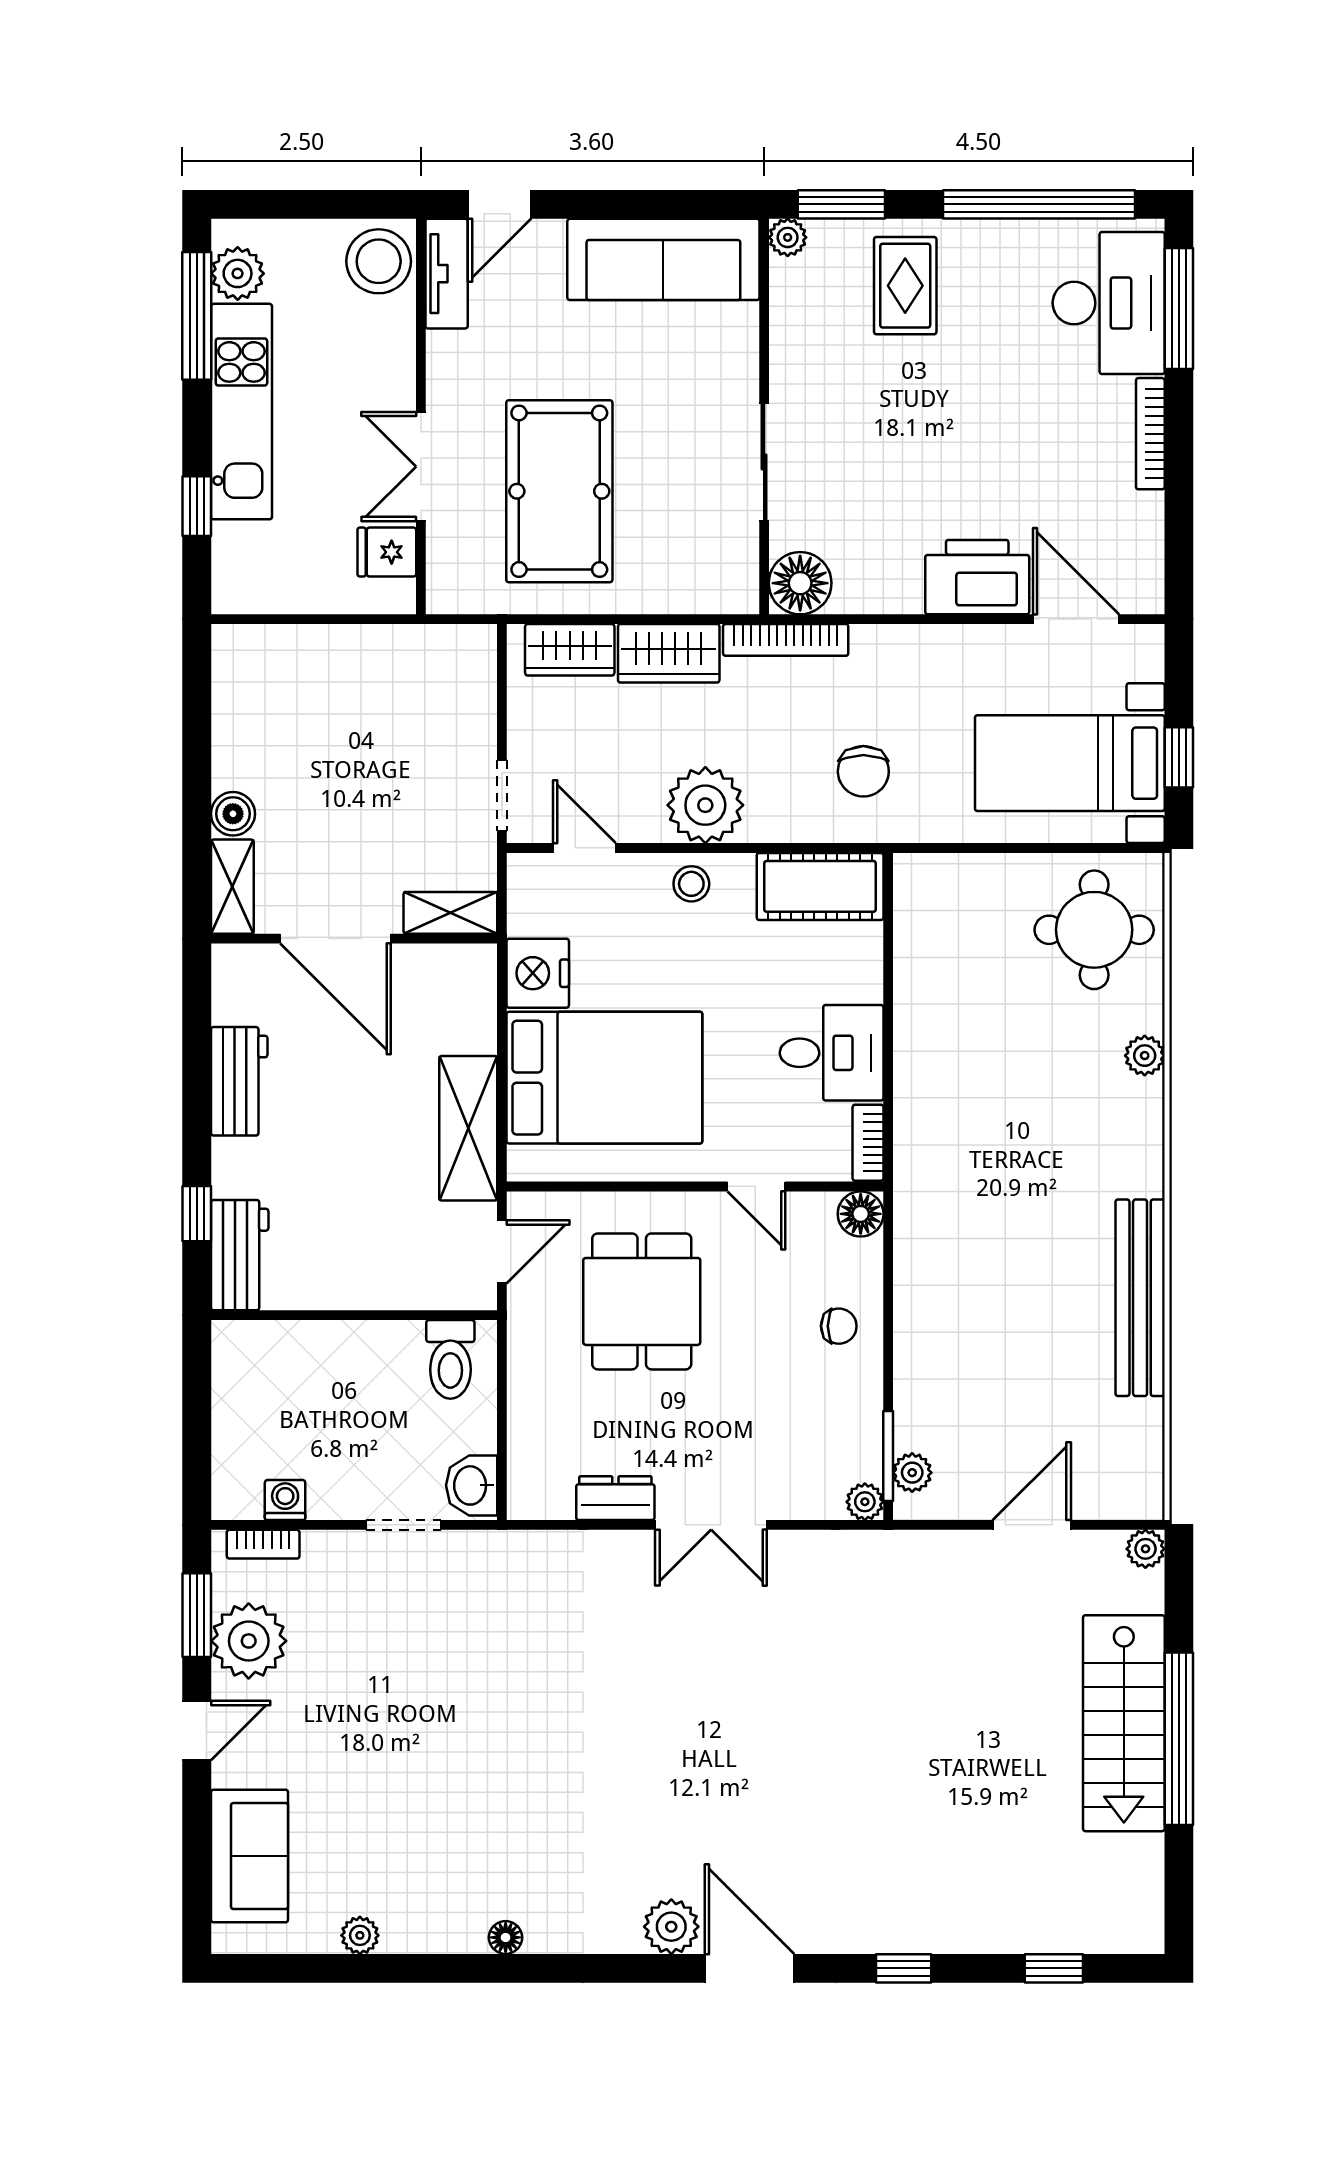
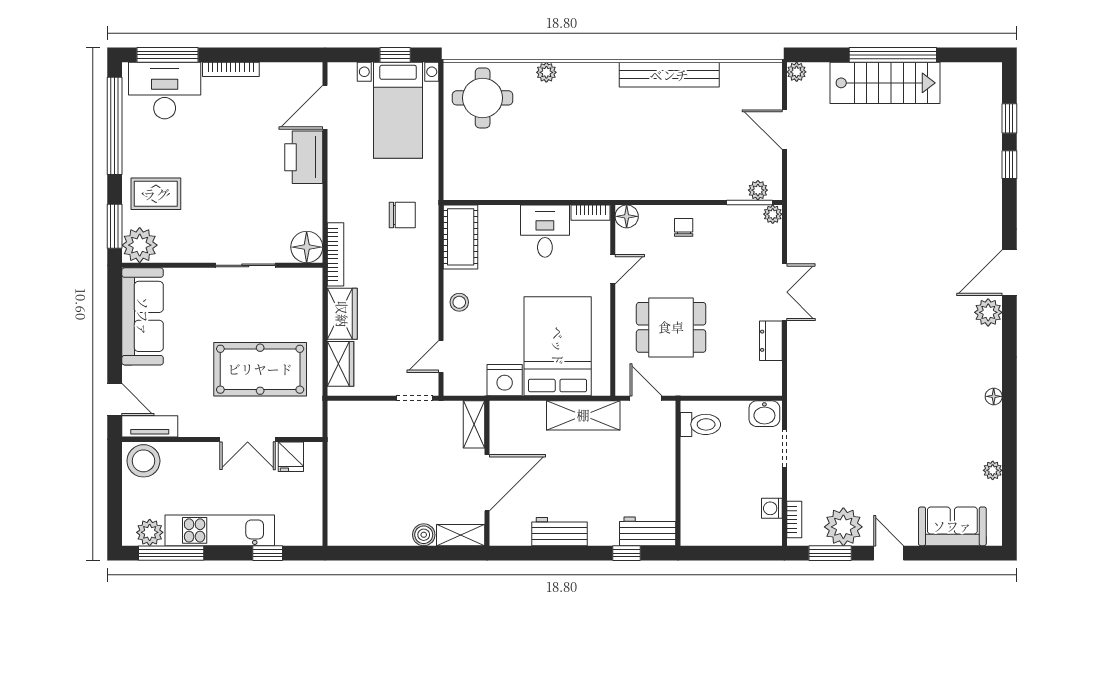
plant: (788, 237) -> (140, 245), width x1.88, depth x1.88
plant: (705, 805) -> (419, 295), removed
window: (904, 1968) -> (1009, 165), moved

